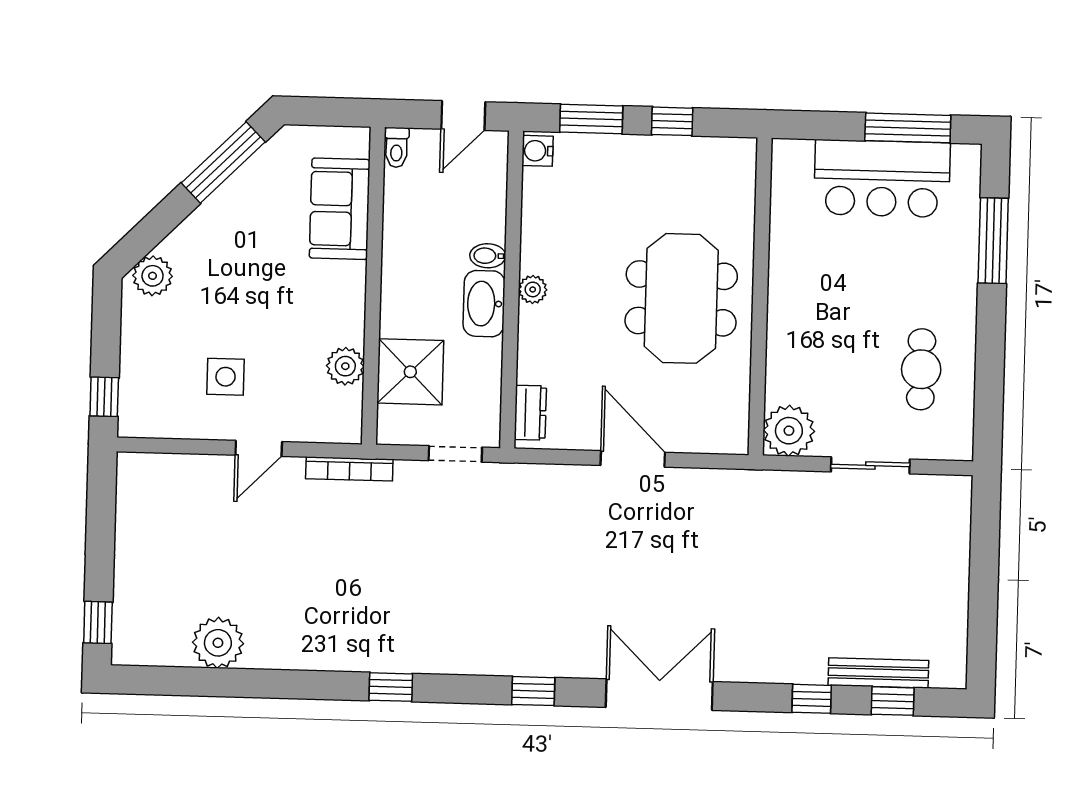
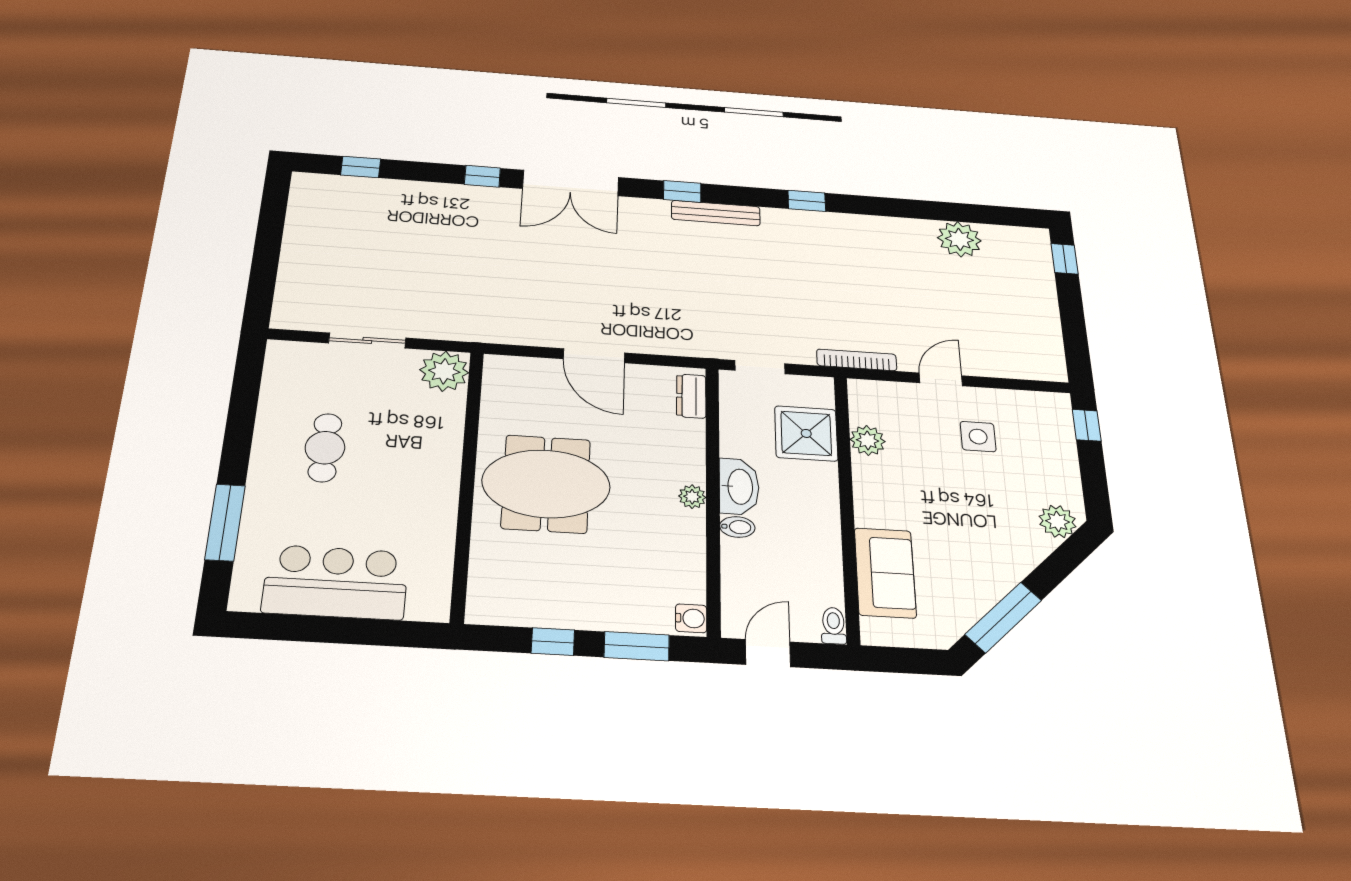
window: (908, 128) -> (304, 628), removed
meeting table: (681, 298) -> (546, 484), turned 90
cafe table: (921, 369) -> (325, 448), moved
bench: (878, 673) -> (716, 213), moved
window: (812, 699) -> (482, 176), moved

